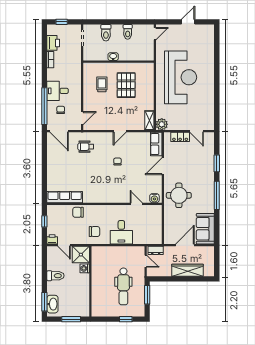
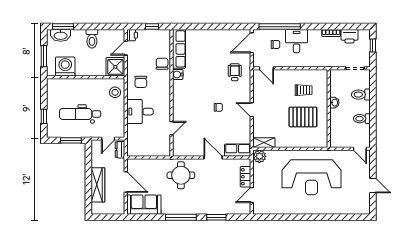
water cooler: (154, 198) -> (178, 74), moved
stool: (104, 255) -> (115, 92), added
washing machine: (85, 268) -> (65, 67), moved, width x1.89, depth x1.89

